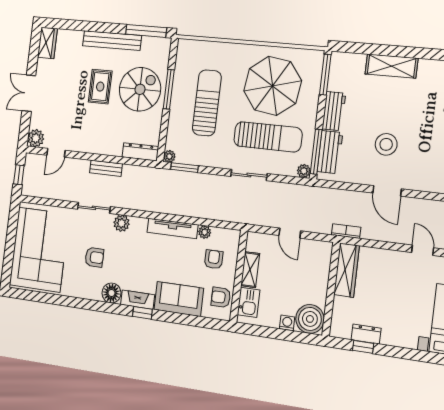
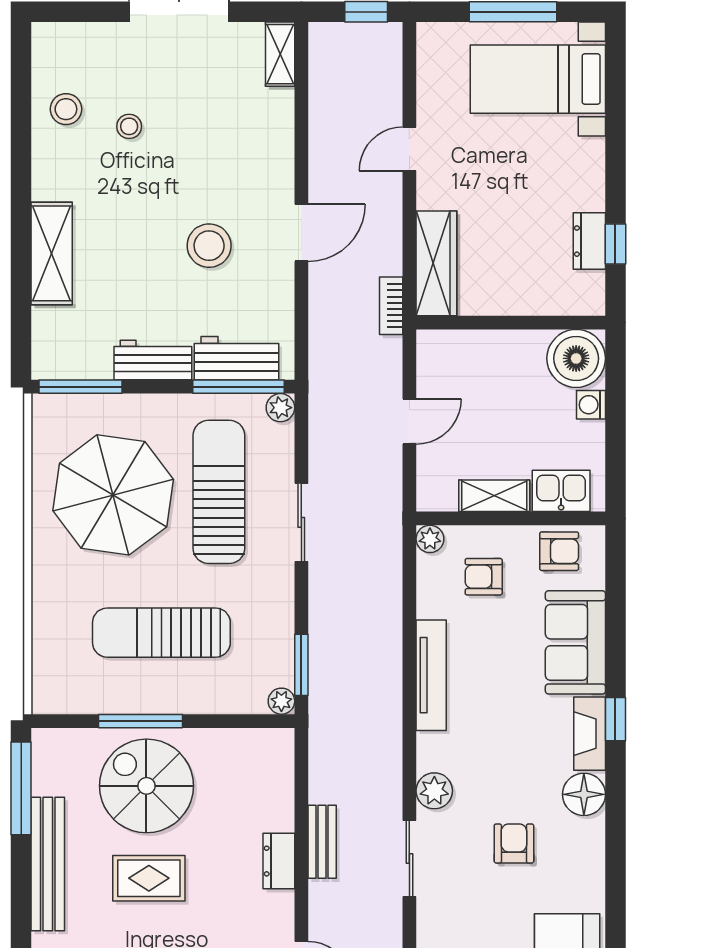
dresser: (140, 152) -> (279, 861), moved, width x0.70
plant: (205, 232) -> (430, 539), moved
wardrobe: (347, 270) -> (436, 263), moved, turned 90
armchair: (221, 297) -> (559, 551), turned -90

